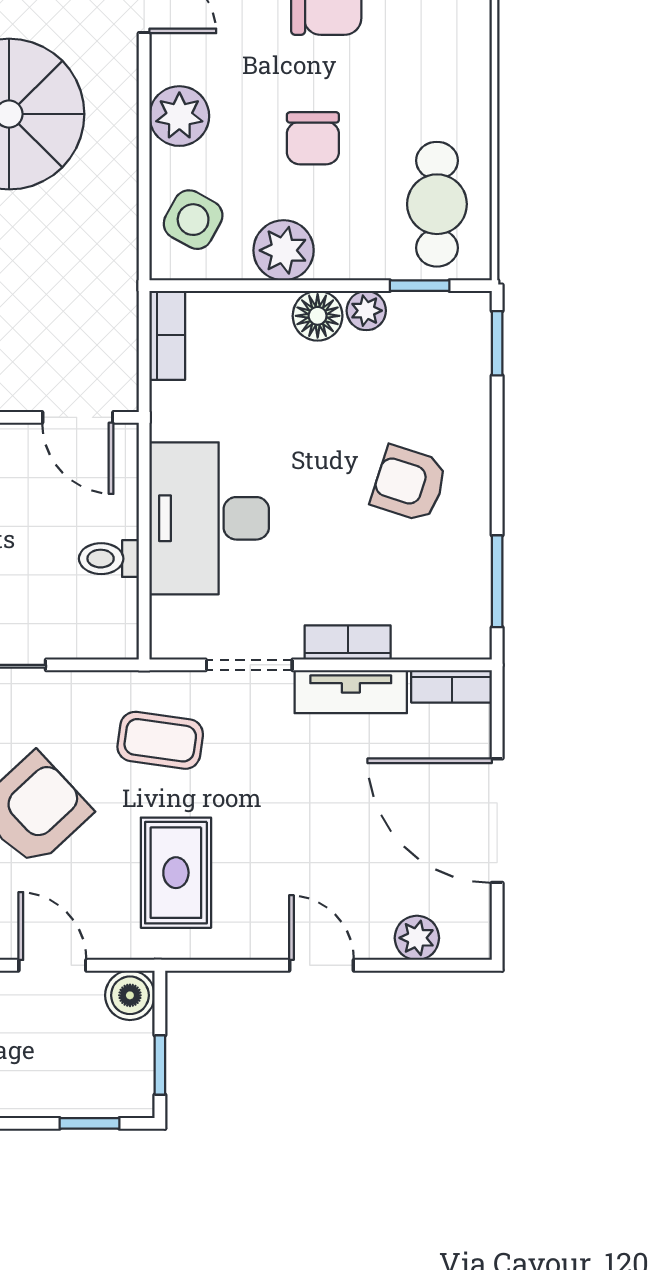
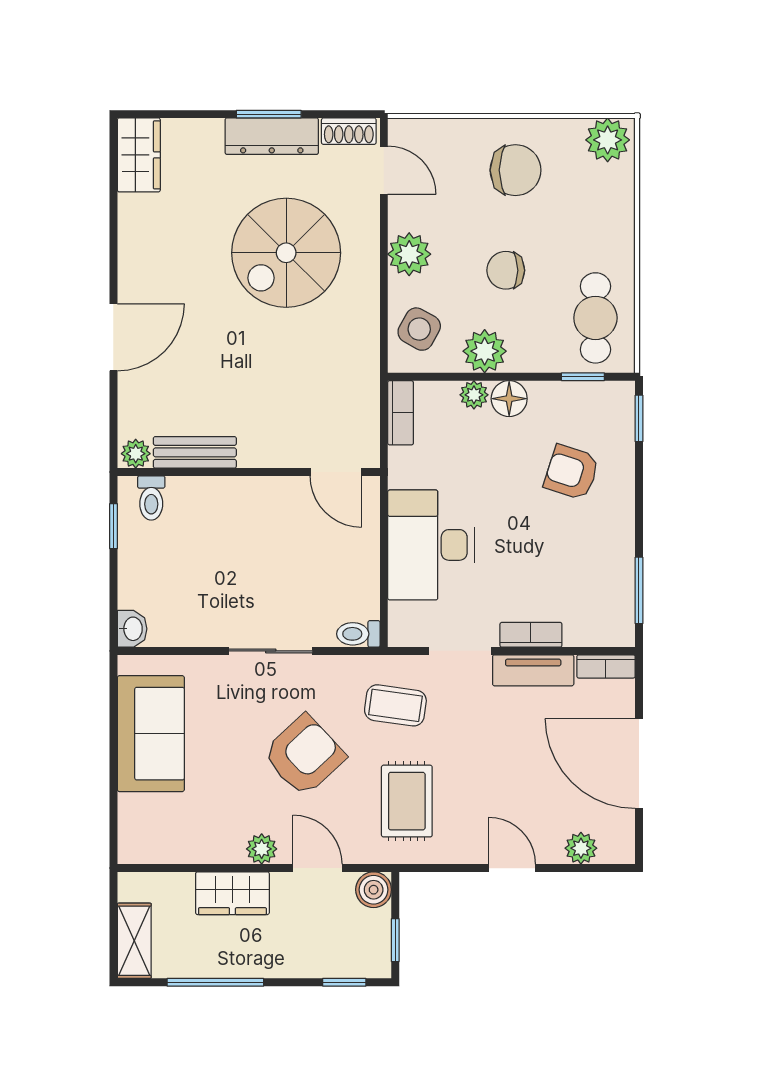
chair: (313, 138) -> (506, 270), turned 90
plant: (366, 311) -> (474, 395), moved
armchair: (409, 484) -> (572, 472), moved
toilet: (109, 559) -> (358, 634), moved

